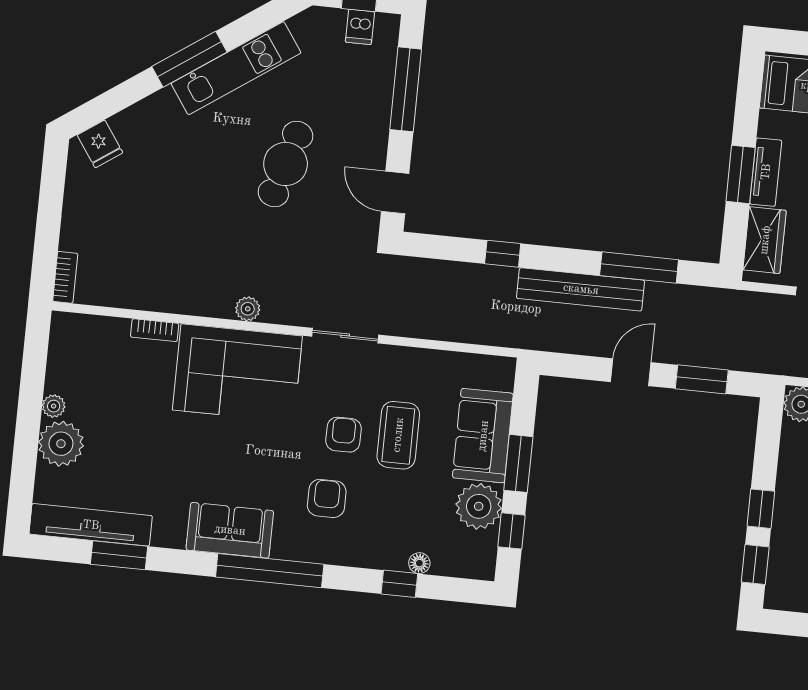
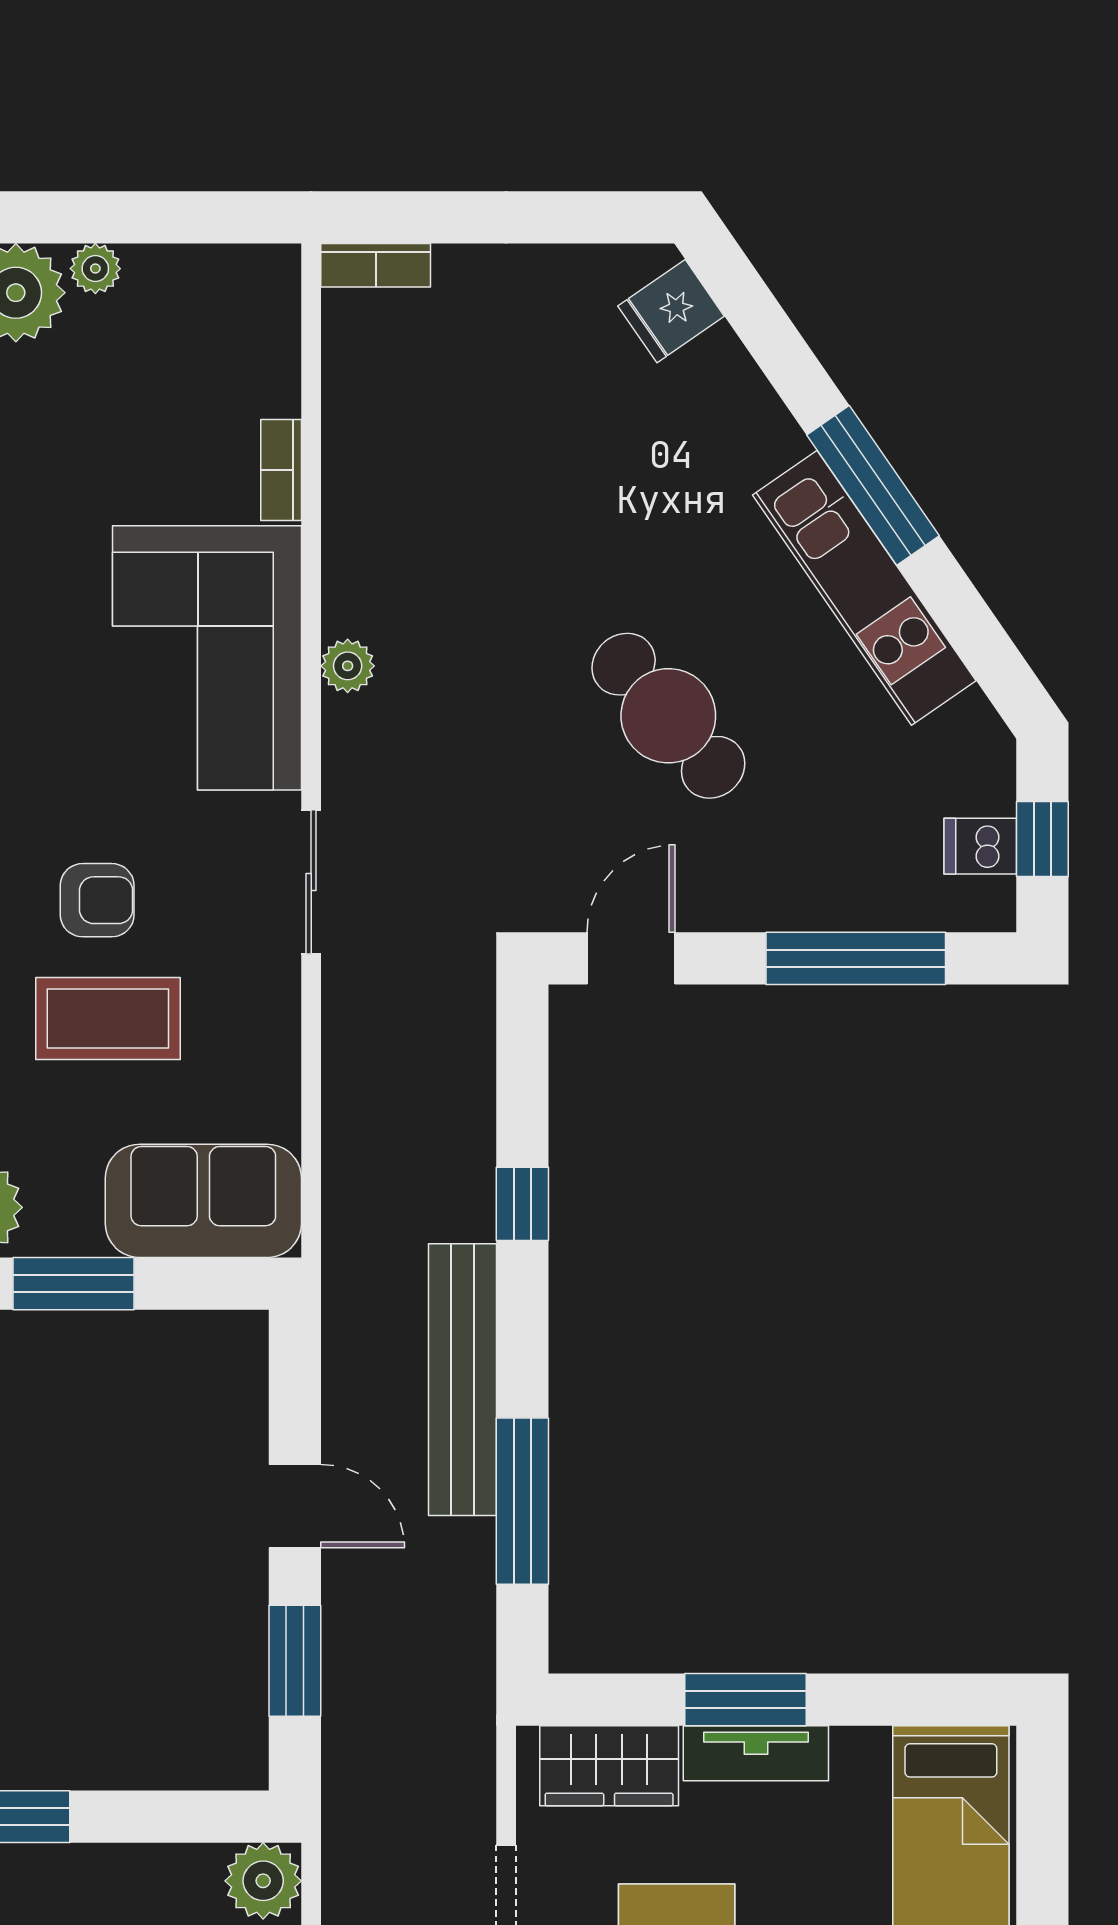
cafe table: (286, 164) -> (668, 716), turned 32
sofa: (483, 436) -> (203, 1201), moved

